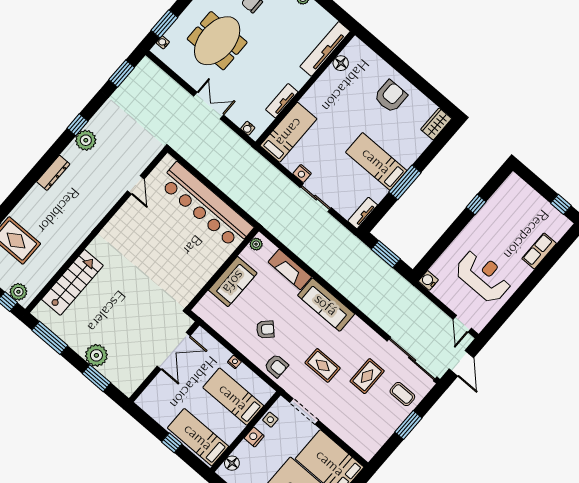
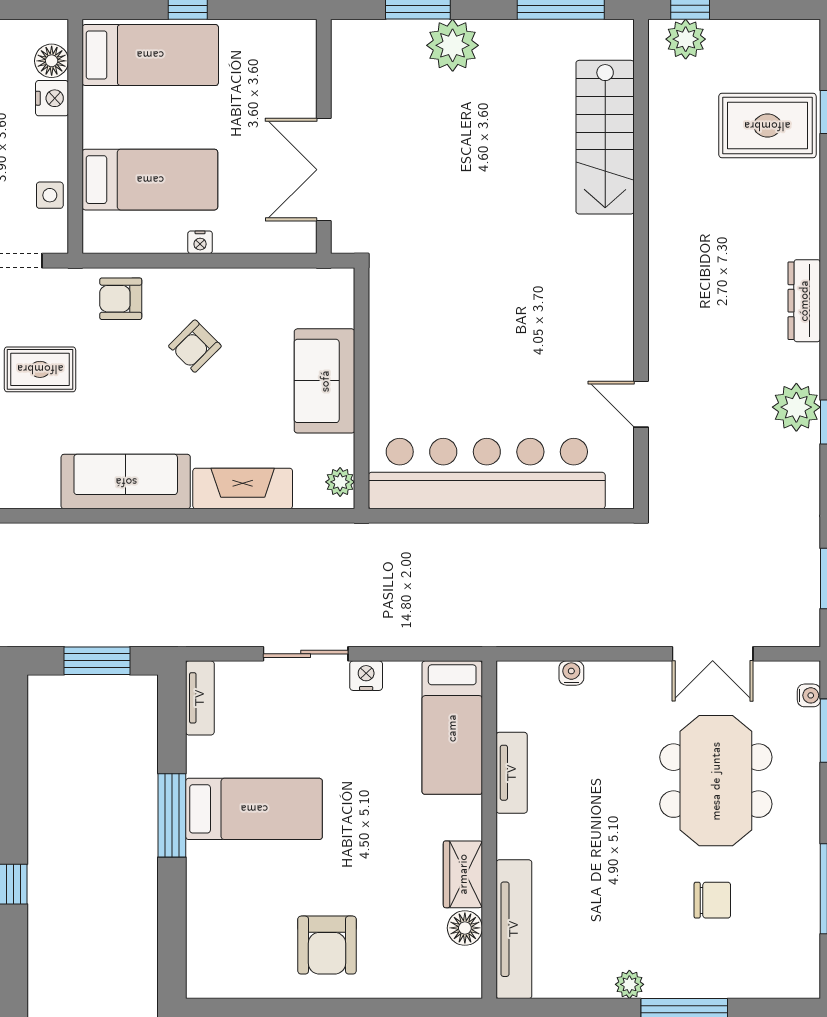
double door: (209, 105) -> (713, 654), moved
wardrobe: (436, 124) -> (463, 874), moved, turned 180
water cooler: (248, 128) -> (571, 673), moved
nightstand: (254, 437) -> (52, 98), moved

